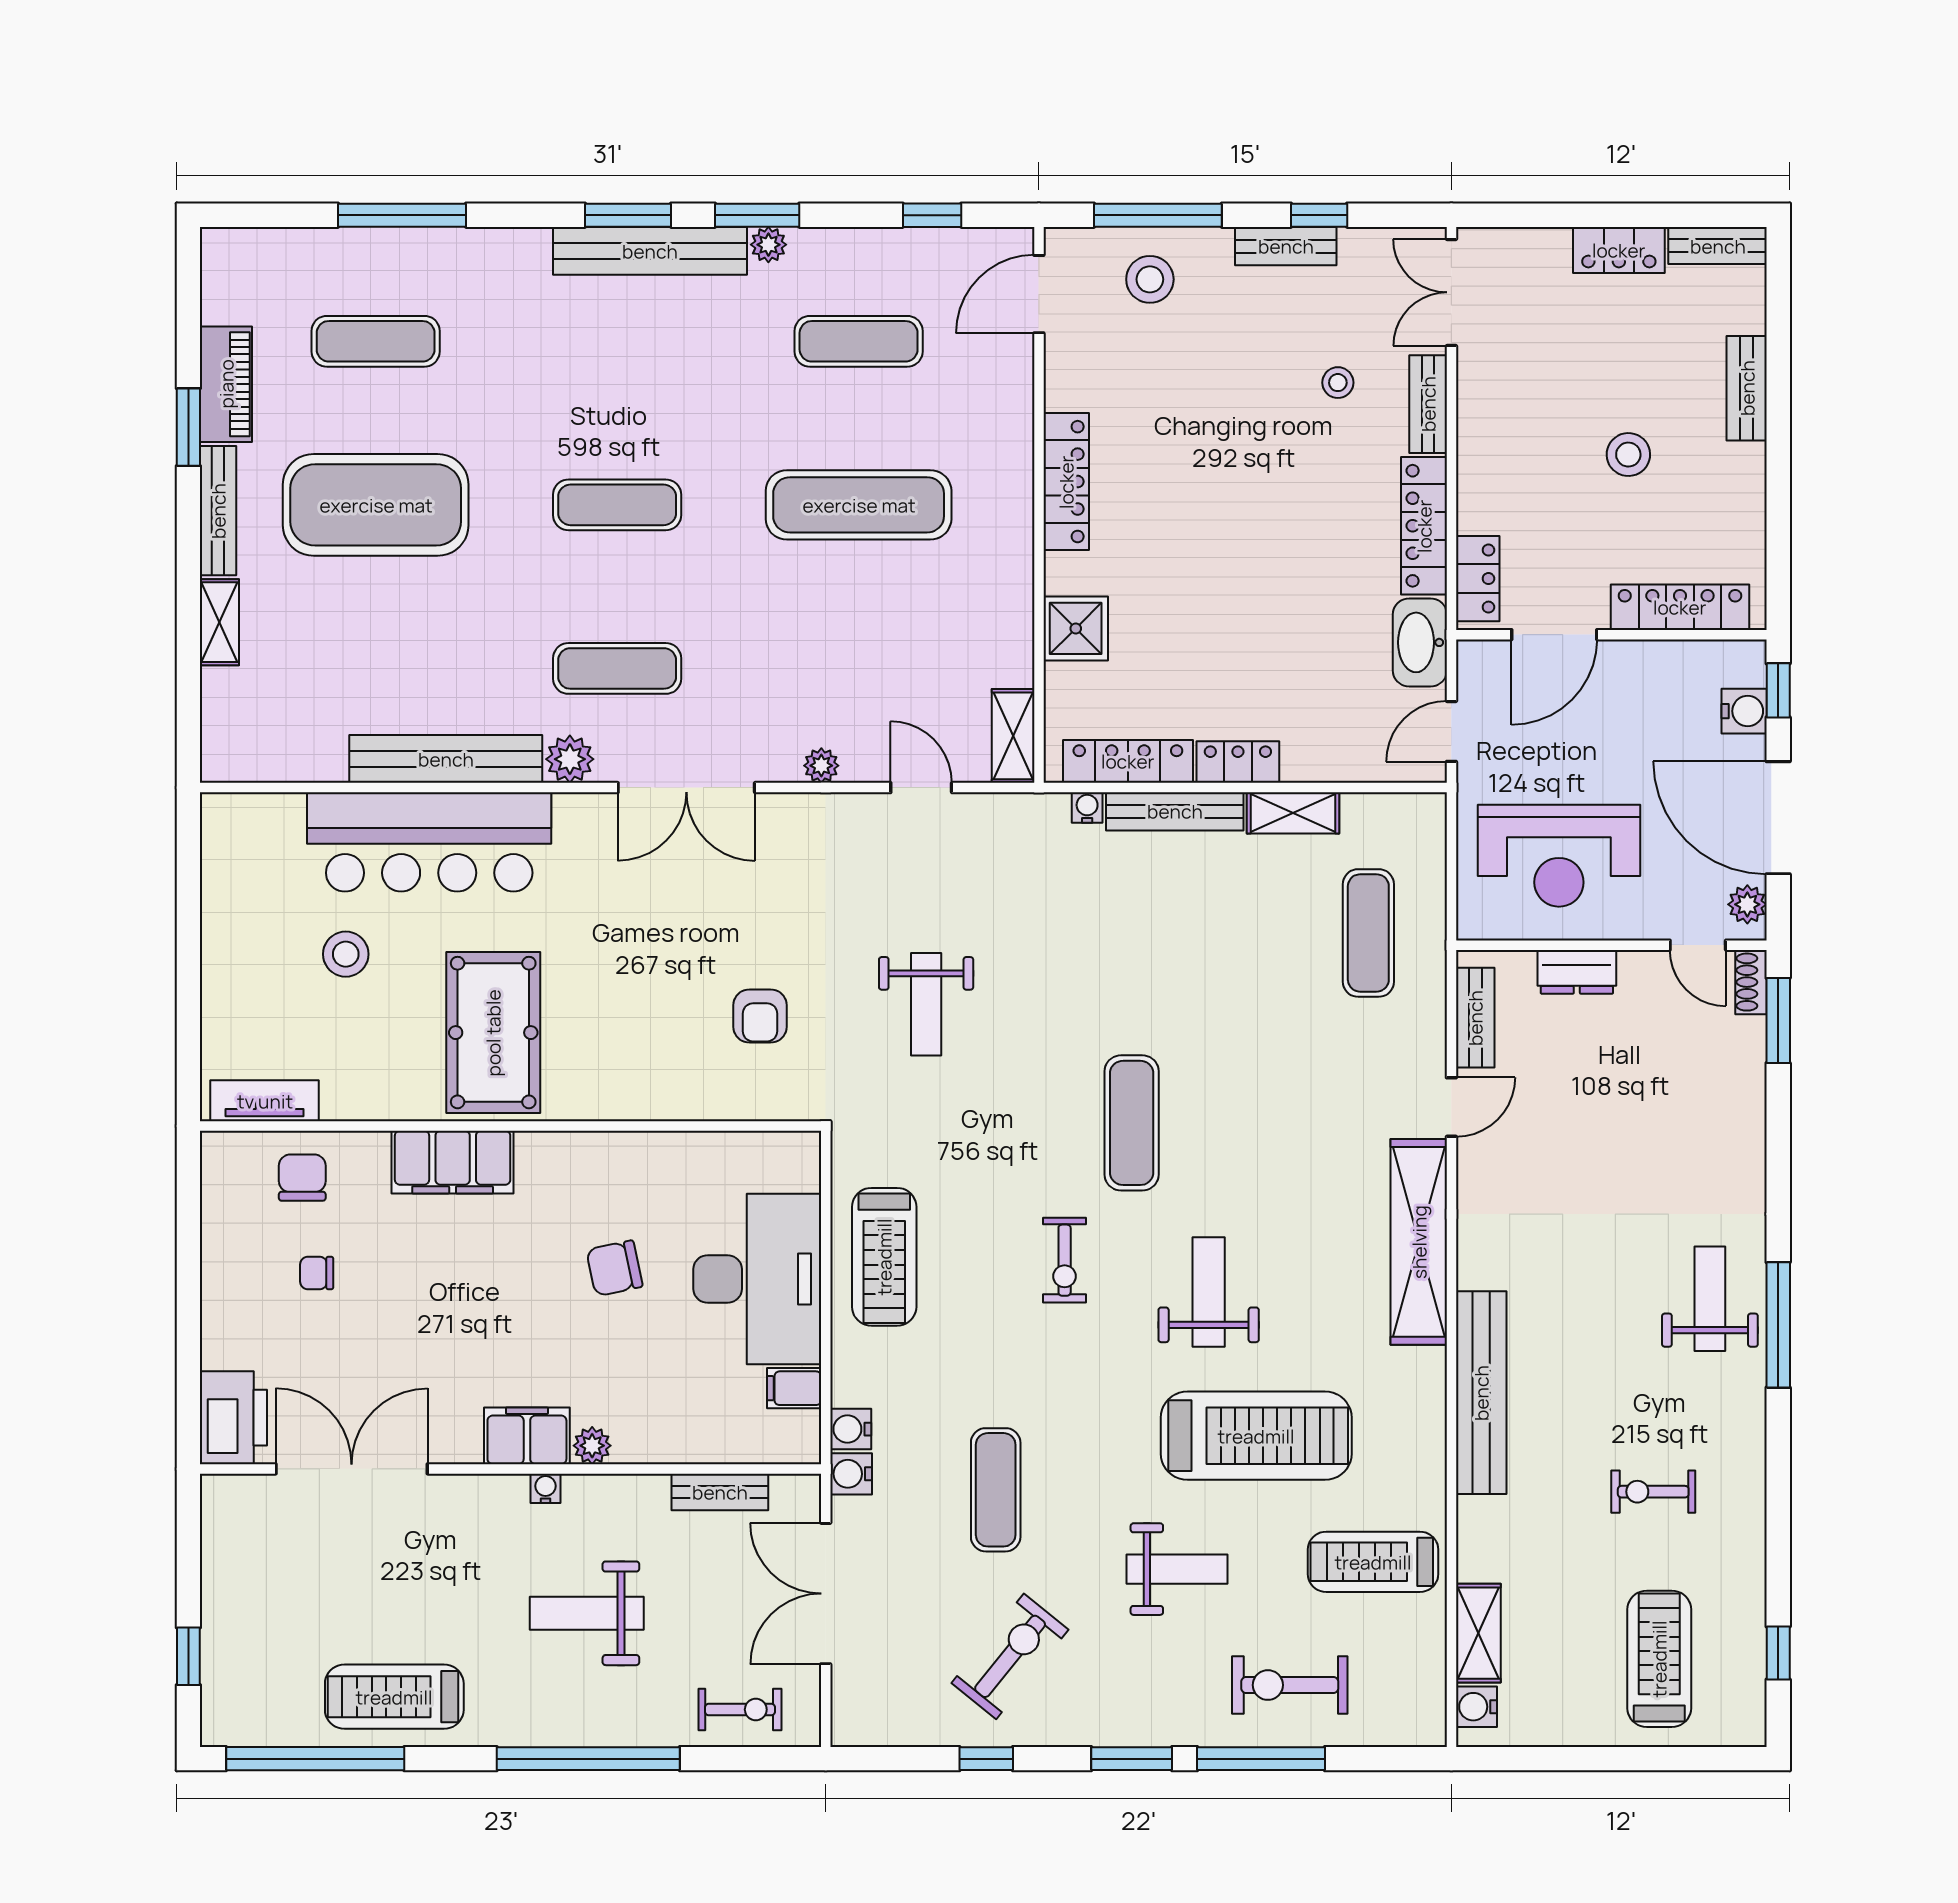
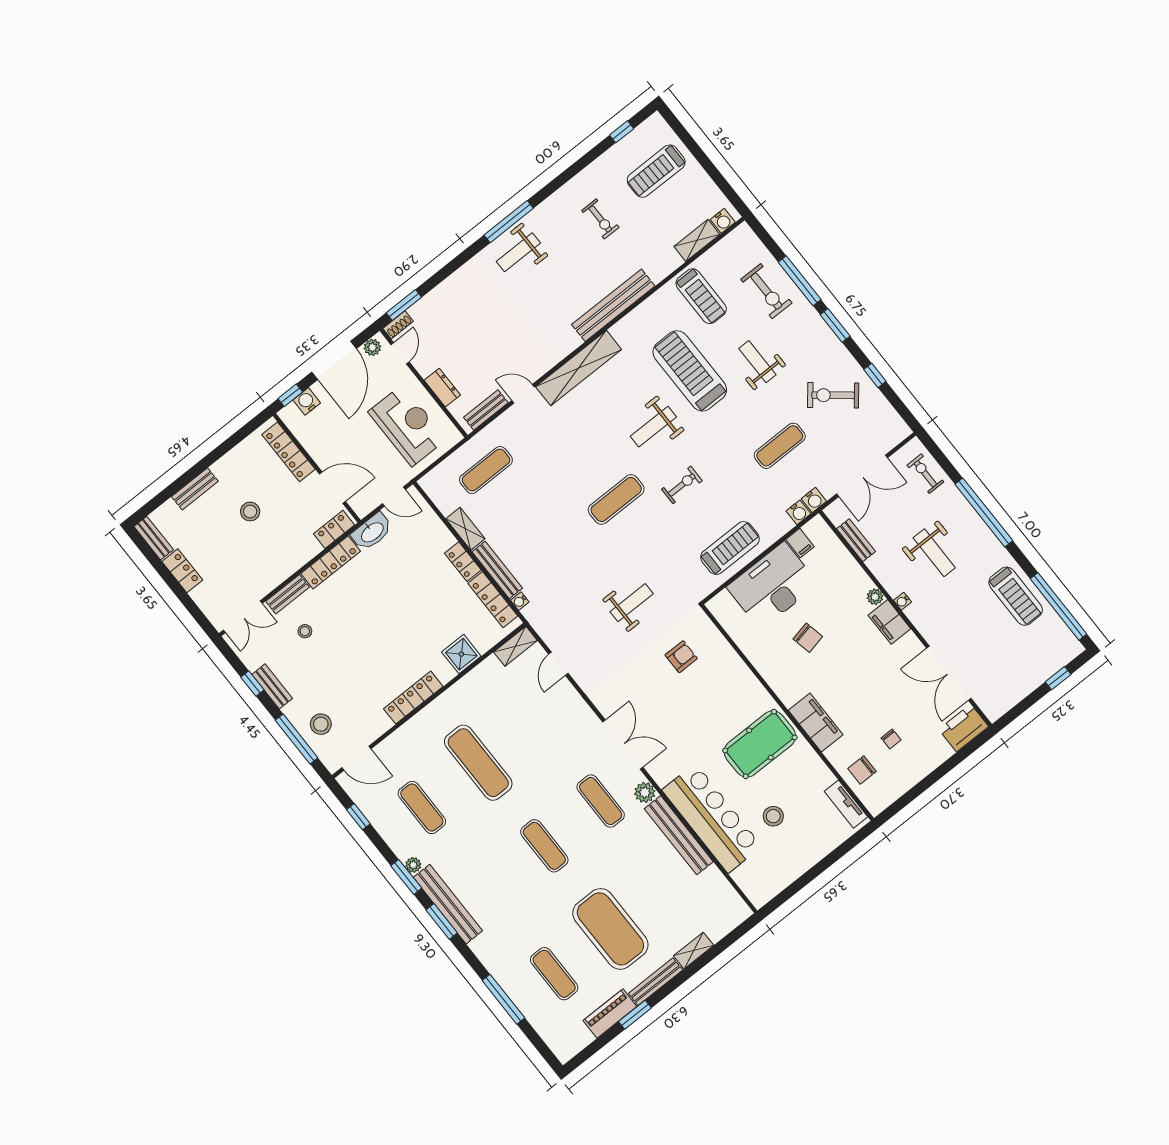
plant: (821, 766) -> (578, 704), removed

